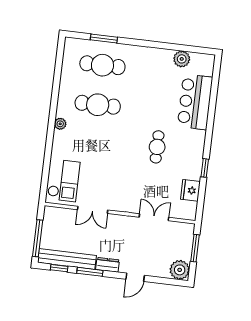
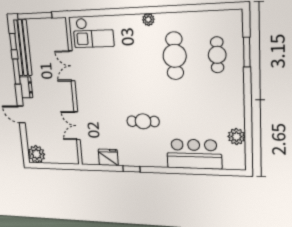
cafe table: (102, 65) -> (217, 55), width x0.73, depth x0.74
double door: (154, 217) -> (77, 126), swing flipped
window: (195, 248) -> (58, 166), removed

